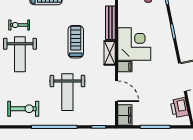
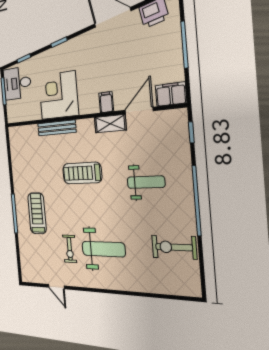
corner desk: (134, 44) -> (58, 95), moved
shelving: (110, 53) -> (110, 124), moved
weight bench: (67, 92) -> (146, 182), width x0.73, depth x0.75
exercise bike: (23, 109) -> (174, 247), turned -90

